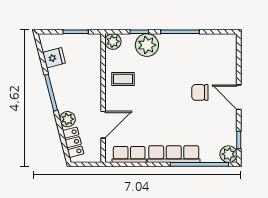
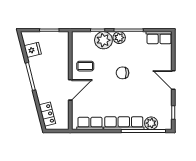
plant: (113, 41) -> (119, 38), moved
row of seats: (220, 42) -> (159, 38), added
chair: (200, 92) -> (123, 73), moved
plant: (67, 119) -> (43, 97), removed
door: (103, 125) -> (70, 90), moved
plant: (229, 154) -> (151, 123), moved

